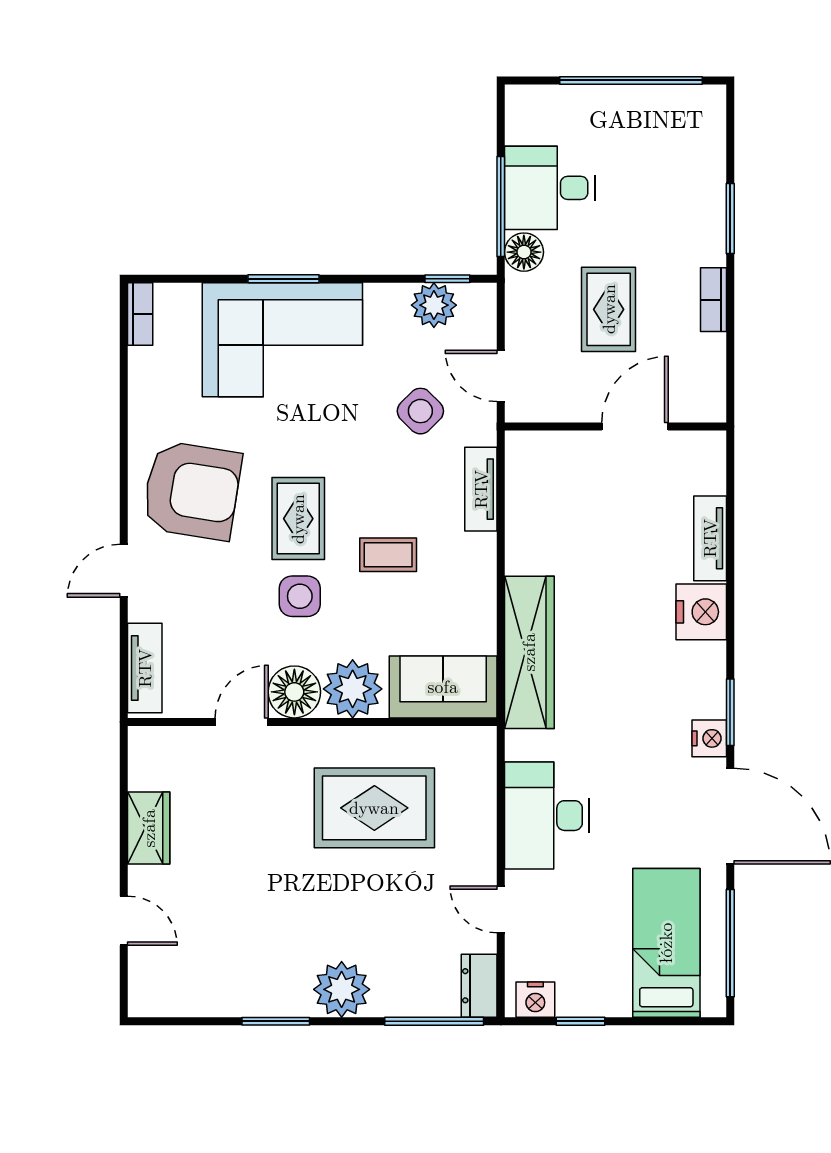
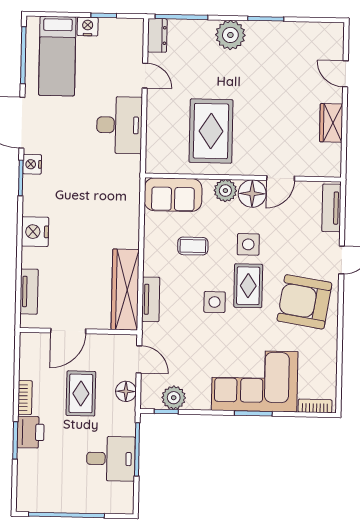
printer: (702, 235) -> (31, 432), added
floor lamp: (524, 252) -> (126, 391), moved
bookcase: (140, 314) -> (315, 406), moved, turned 90
side table: (420, 411) -> (215, 302), moved, turned 45
tv unit: (710, 538) -> (29, 292), moved
coffee table: (388, 555) -> (193, 246), moved
wardrobe: (529, 652) -> (125, 290), moved
plant: (353, 689) -> (225, 191), width x0.73, depth x0.73
rug: (374, 808) -> (211, 131), turned 90
nightstand: (535, 1000) -> (88, 26), moved

